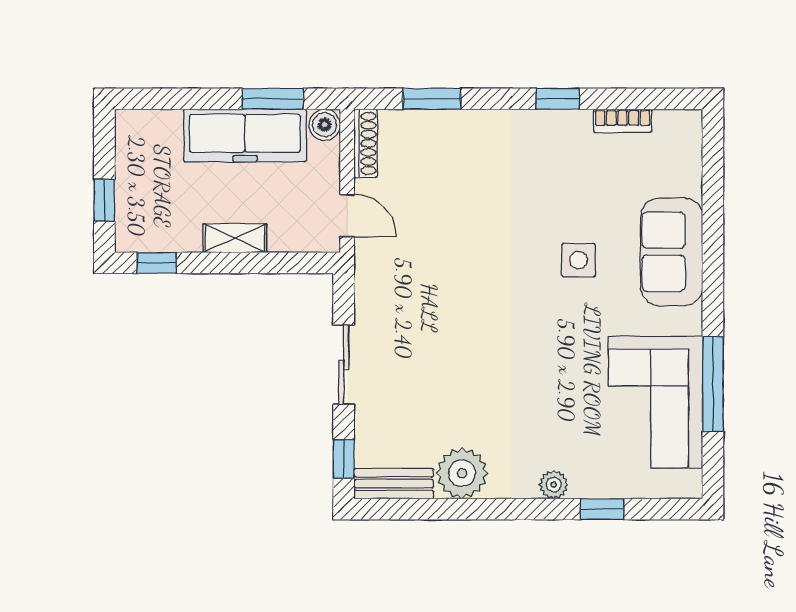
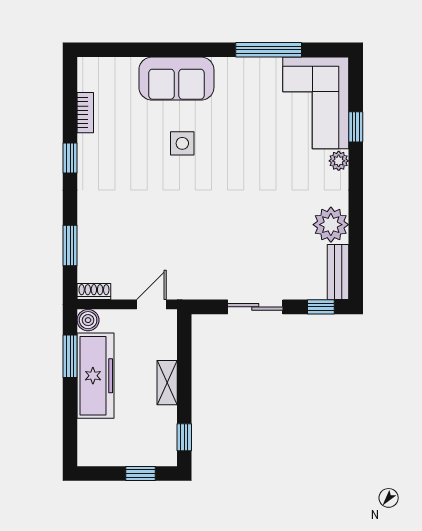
shoe rack: (366, 143) -> (94, 292), width x0.70
corner sofa: (656, 402) -> (316, 103), moved, turned 90

